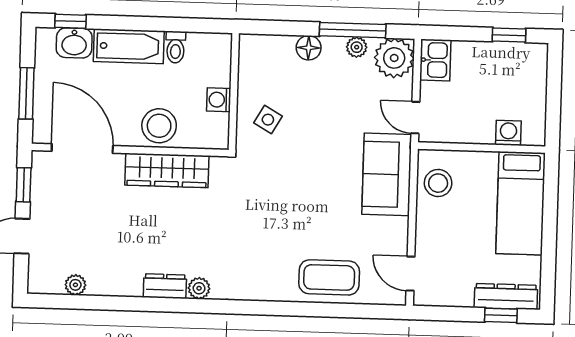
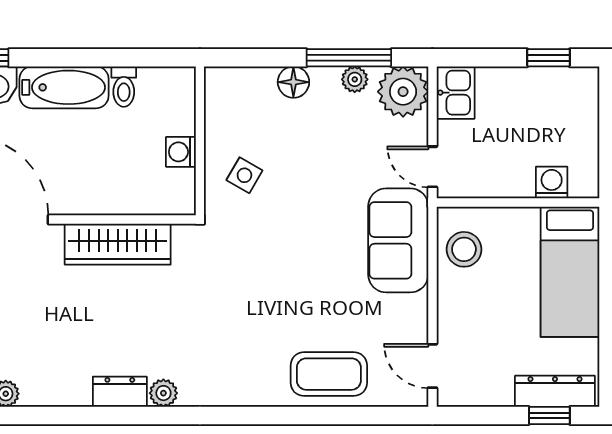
stool: (159, 126) -> (106, 187), removed

